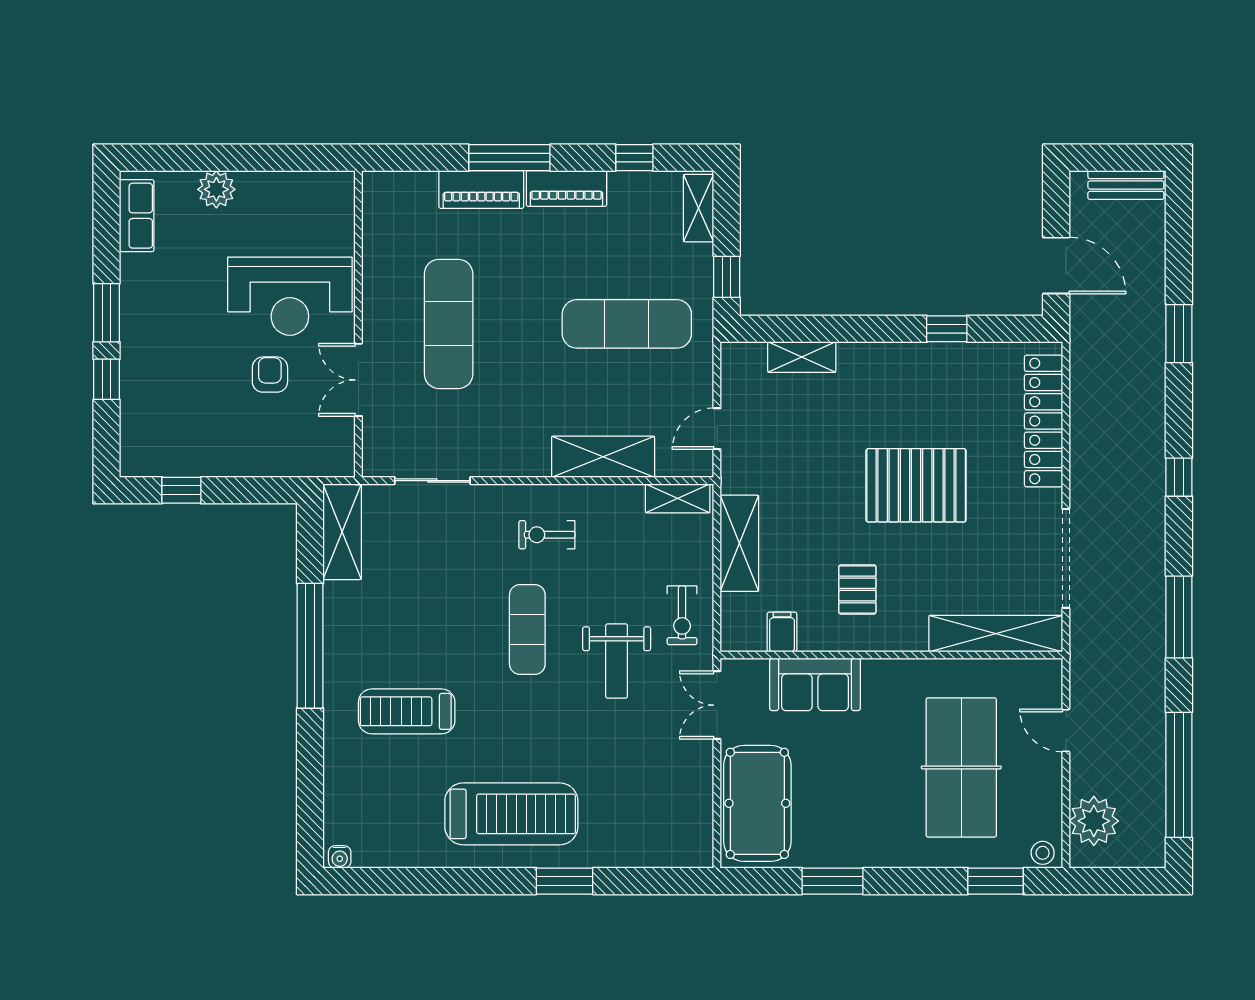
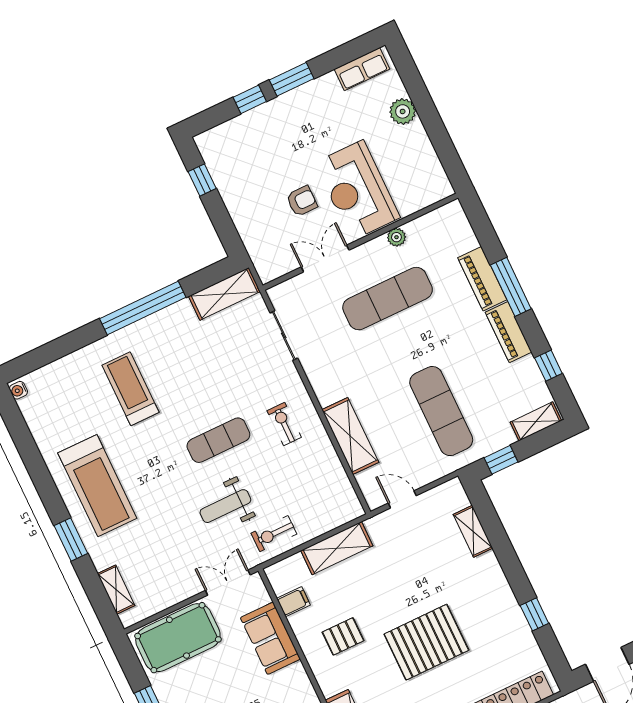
plant: (375, 275) -> (396, 237), added
pallet: (916, 485) -> (426, 642), turned 90
shelving: (678, 498) -> (116, 590), moved

